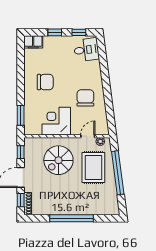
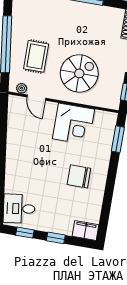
chair: (85, 98) -> (31, 147), removed
door: (88, 136) -> (36, 98), hinge flipped
rug: (93, 167) -> (36, 56), width x0.73, depth x0.70

